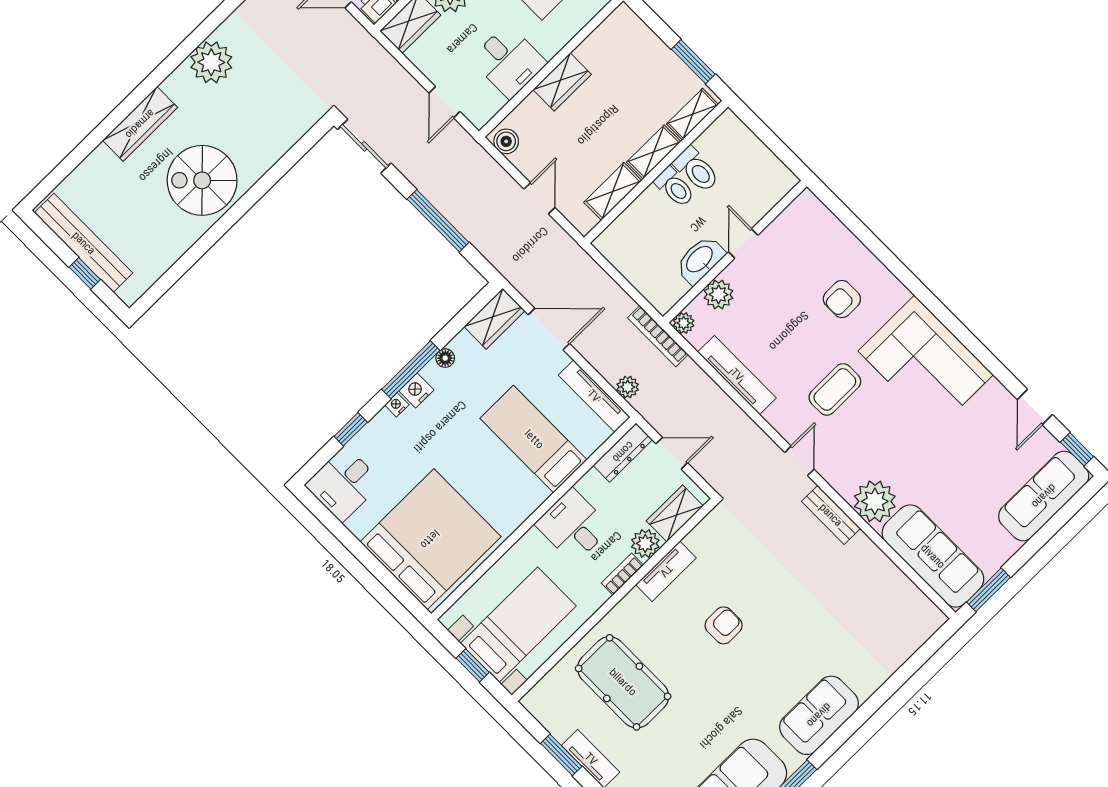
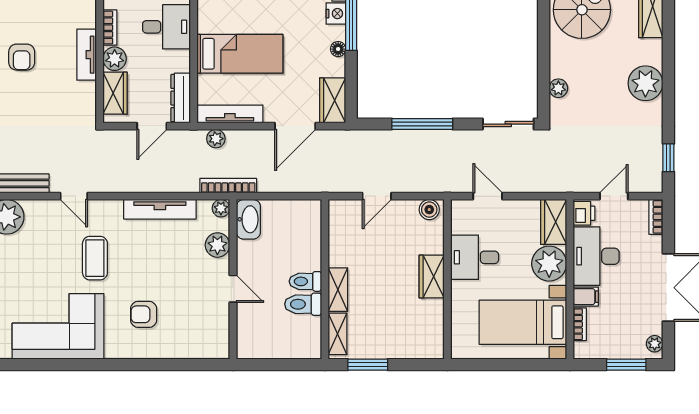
plant: (290, 134) -> (558, 88), added
shelving: (613, 191) -> (339, 243), removed
door: (540, 198) -> (377, 196), hinge flipped
washbasin: (700, 260) -> (248, 219), moved
armchair: (842, 299) -> (144, 314), turned -90

